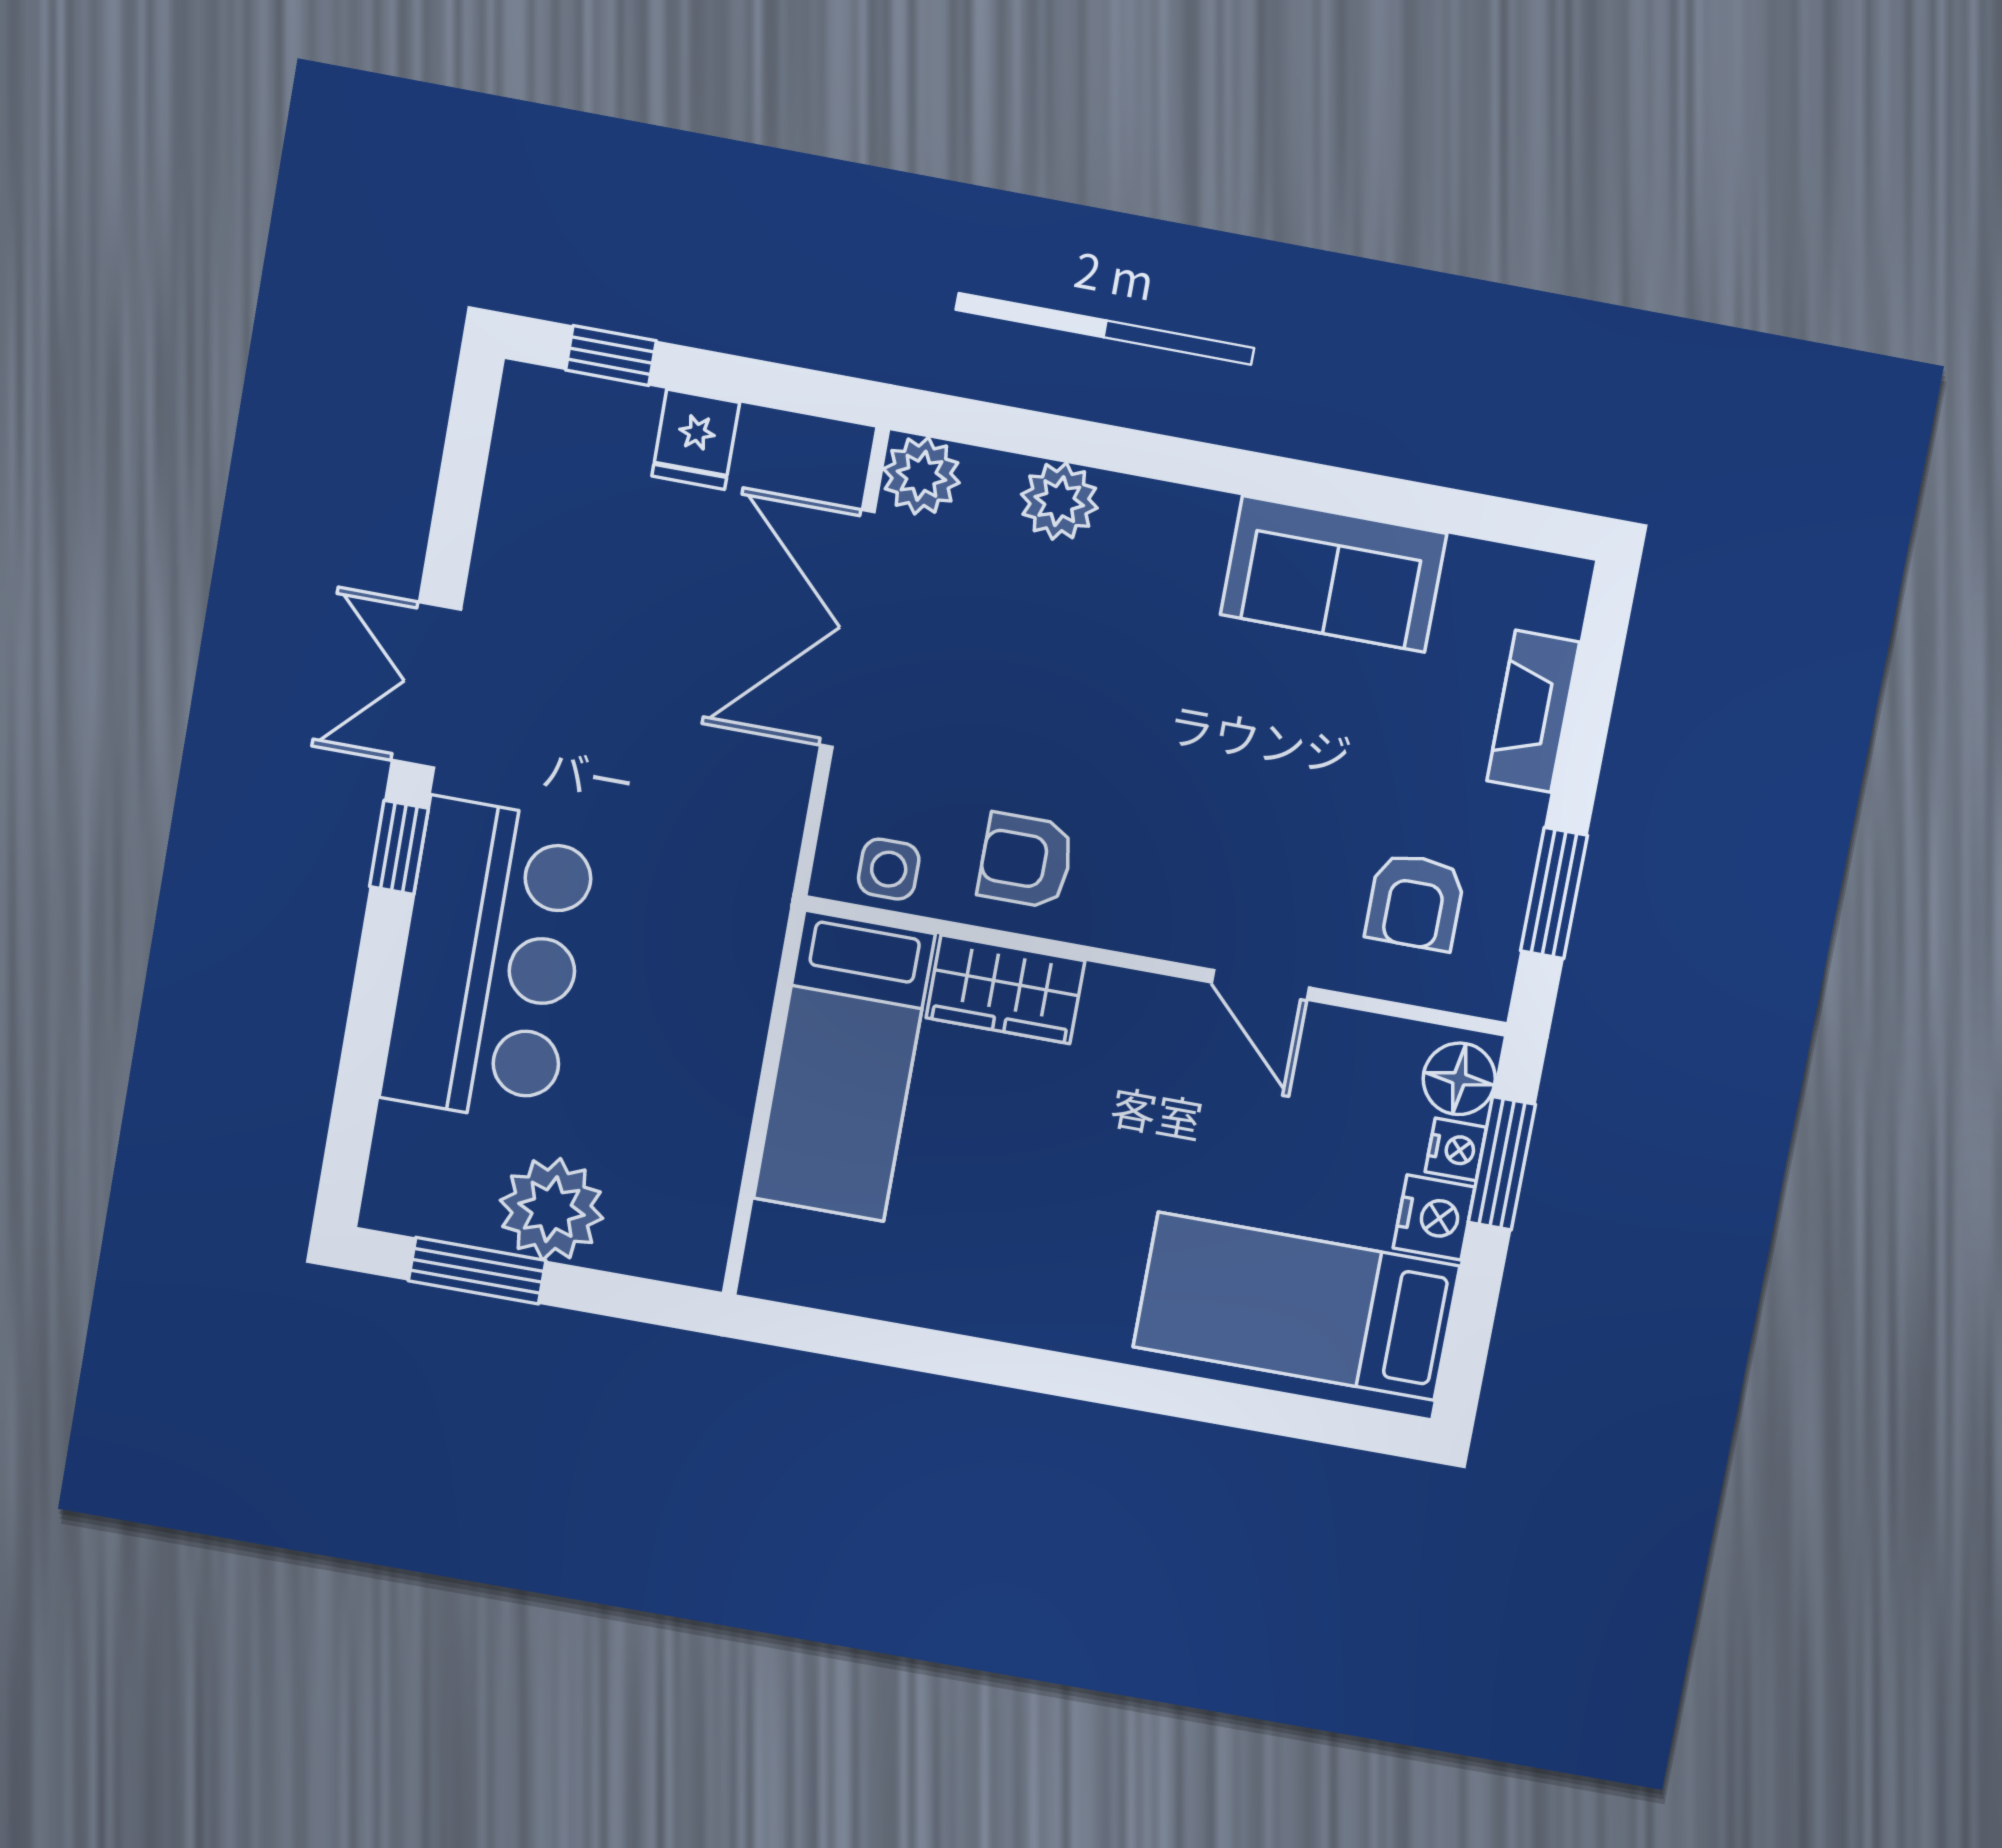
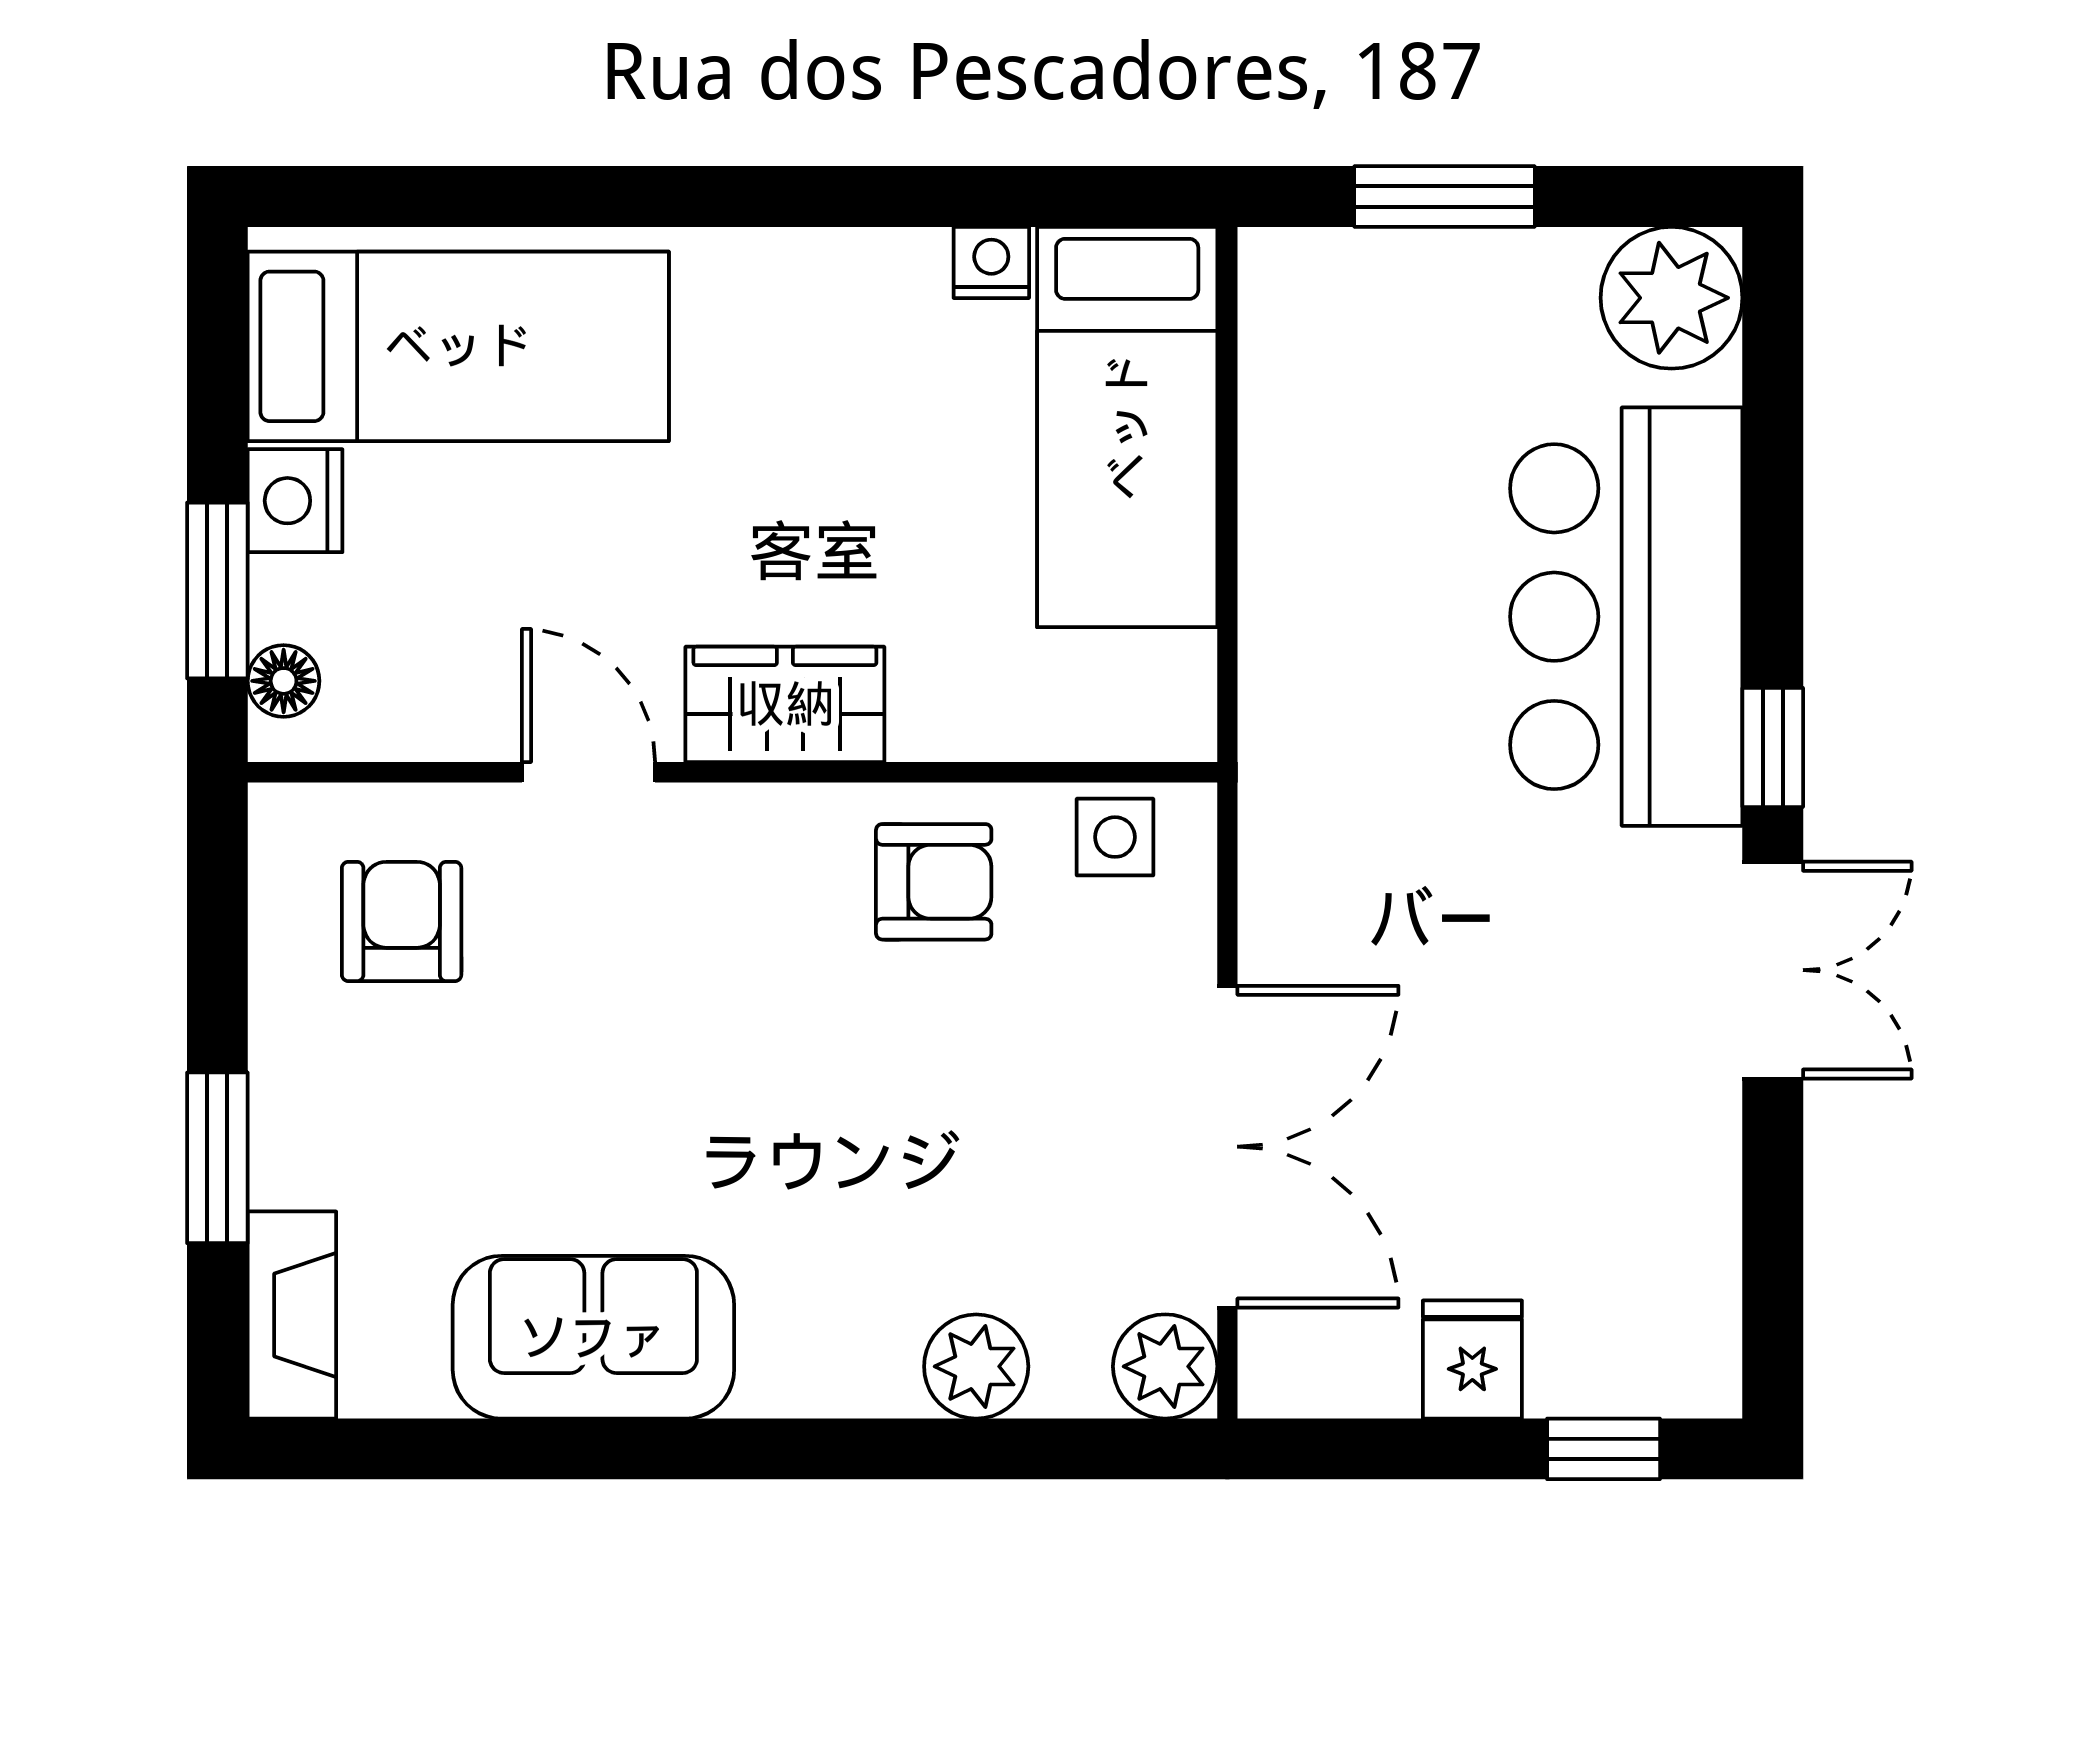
fireplace: (1533, 711) -> (292, 1315), moved
window: (1554, 893) -> (217, 1158), moved
wardrobe: (1005, 989) -> (785, 704), moved
bed: (844, 1066) -> (1127, 427), moved, turned 180
floor lamp: (1459, 1079) -> (284, 681), width x0.73, depth x0.73
nightstand: (1456, 1149) -> (991, 262), moved, turned 90
plant: (552, 1209) -> (1672, 298), moved
window: (477, 1271) -> (1444, 196), moved

